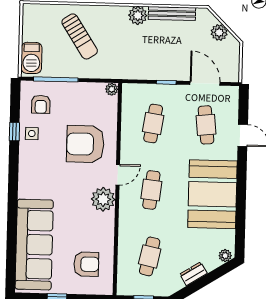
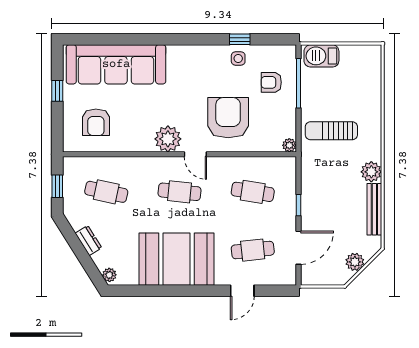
sun lounger: (80, 36) -> (331, 131), moved, turned 33
armchair: (41, 104) -> (271, 82), moved

